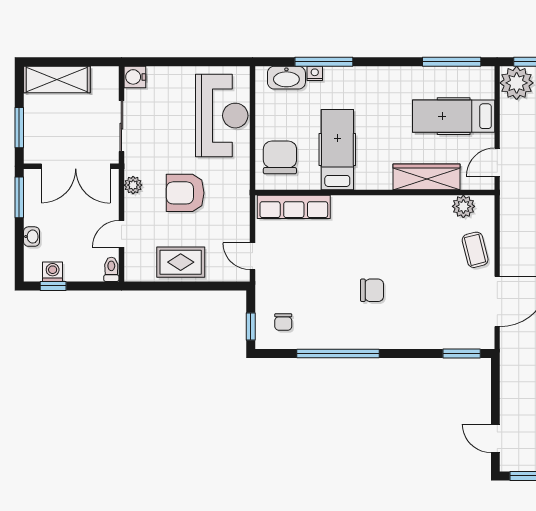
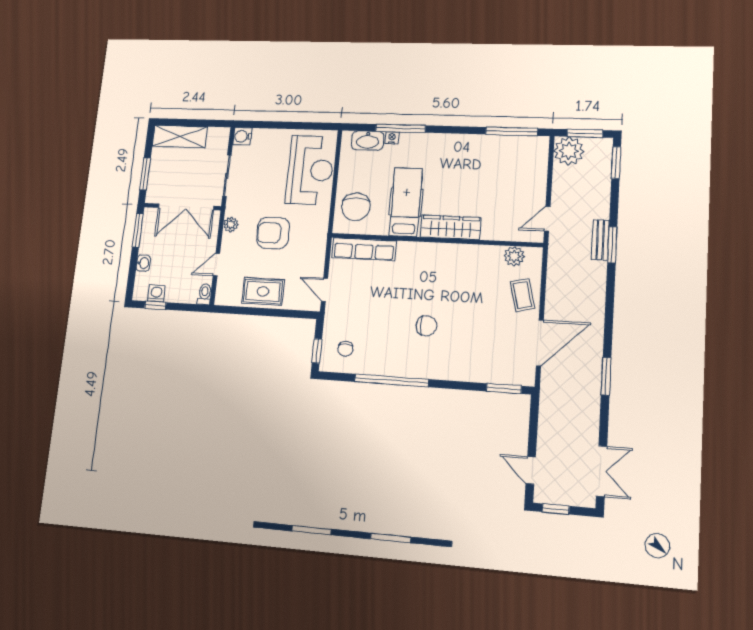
hospital bed: (454, 116) -> (510, 178), removed
chair: (280, 157) -> (356, 207), turned 180
wardrobe: (427, 177) -> (451, 227), moved

